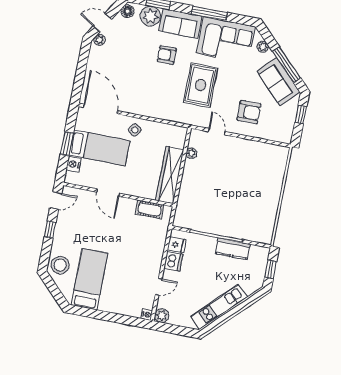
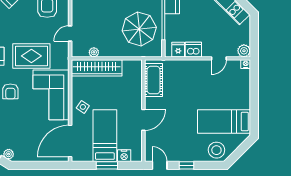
corner sofa: (155, 98) -> (51, 95), added
wardrobe: (170, 175) -> (97, 68), moved
parasol: (207, 207) -> (139, 29), added
cot: (149, 209) -> (154, 80), width x1.37, depth x1.34
door: (159, 287) -> (219, 58), swing flipped

